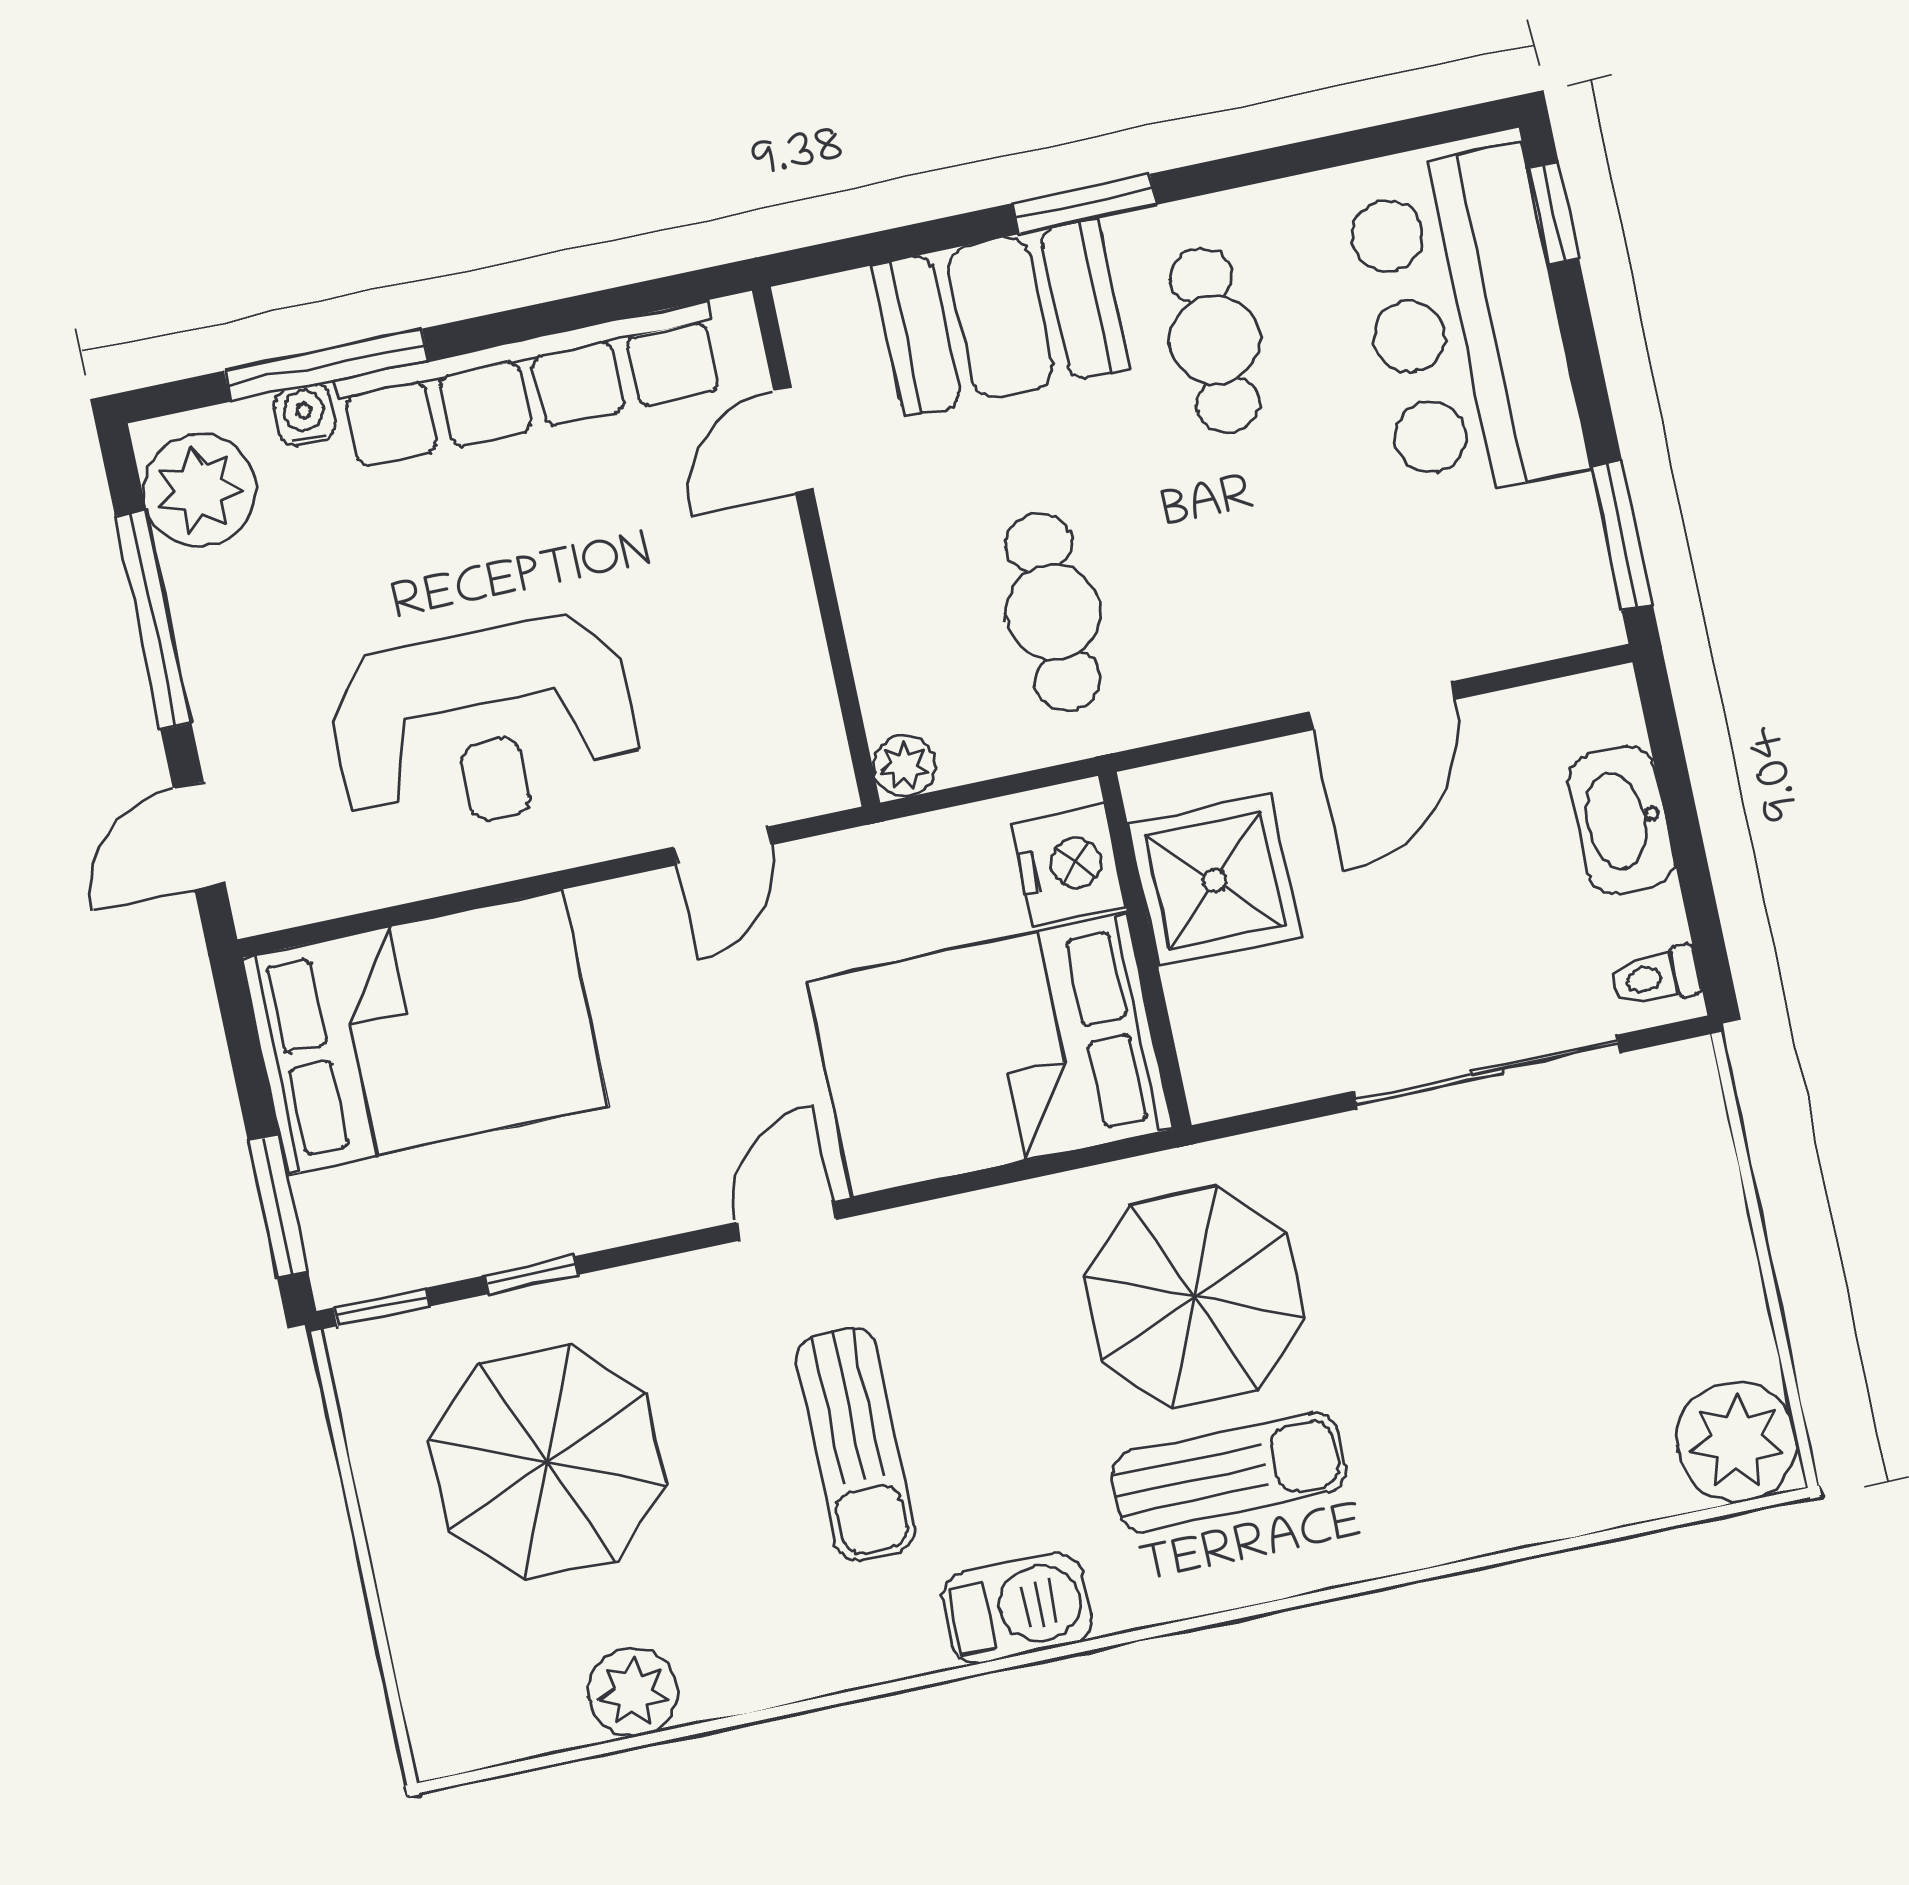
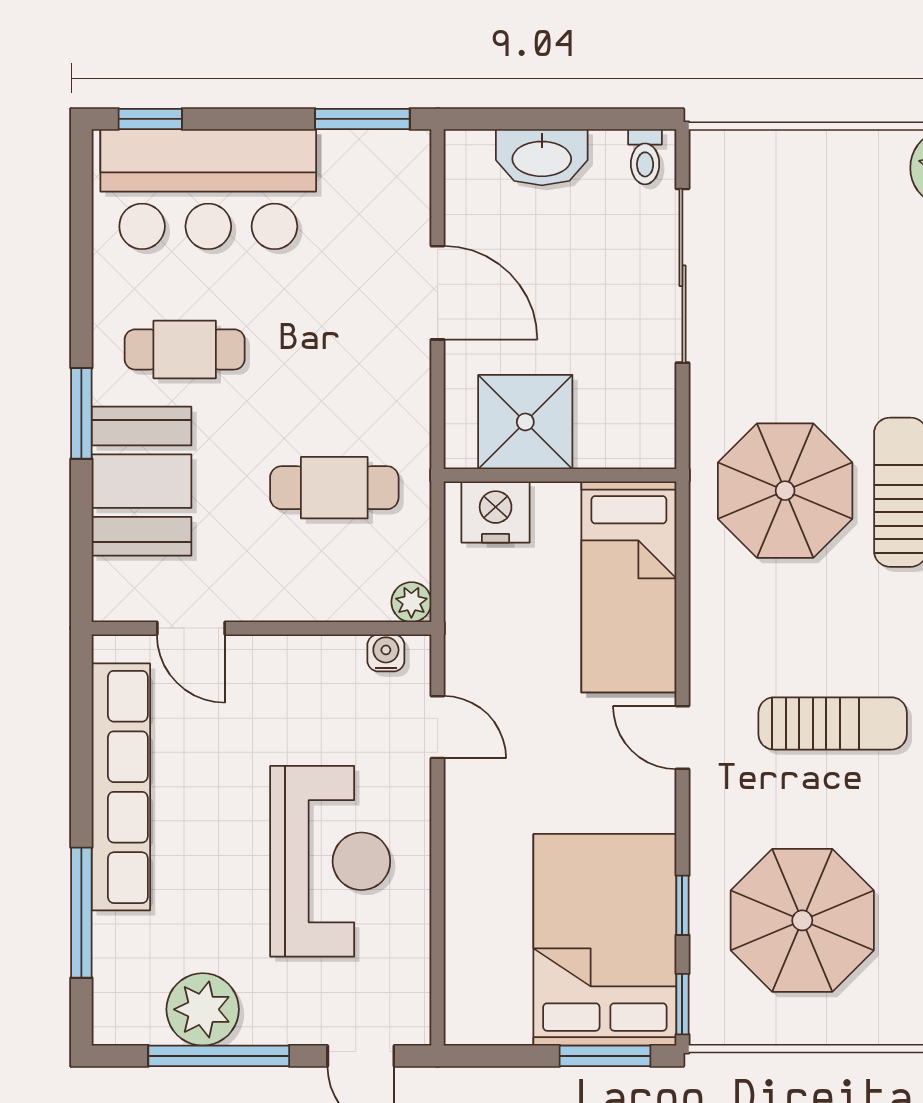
water cooler: (305, 415) -> (386, 653), moved, turned 90
plant: (199, 490) -> (203, 1009), moved
bed: (425, 1032) -> (605, 940), moved
bed: (990, 1055) -> (629, 587), width x0.67

